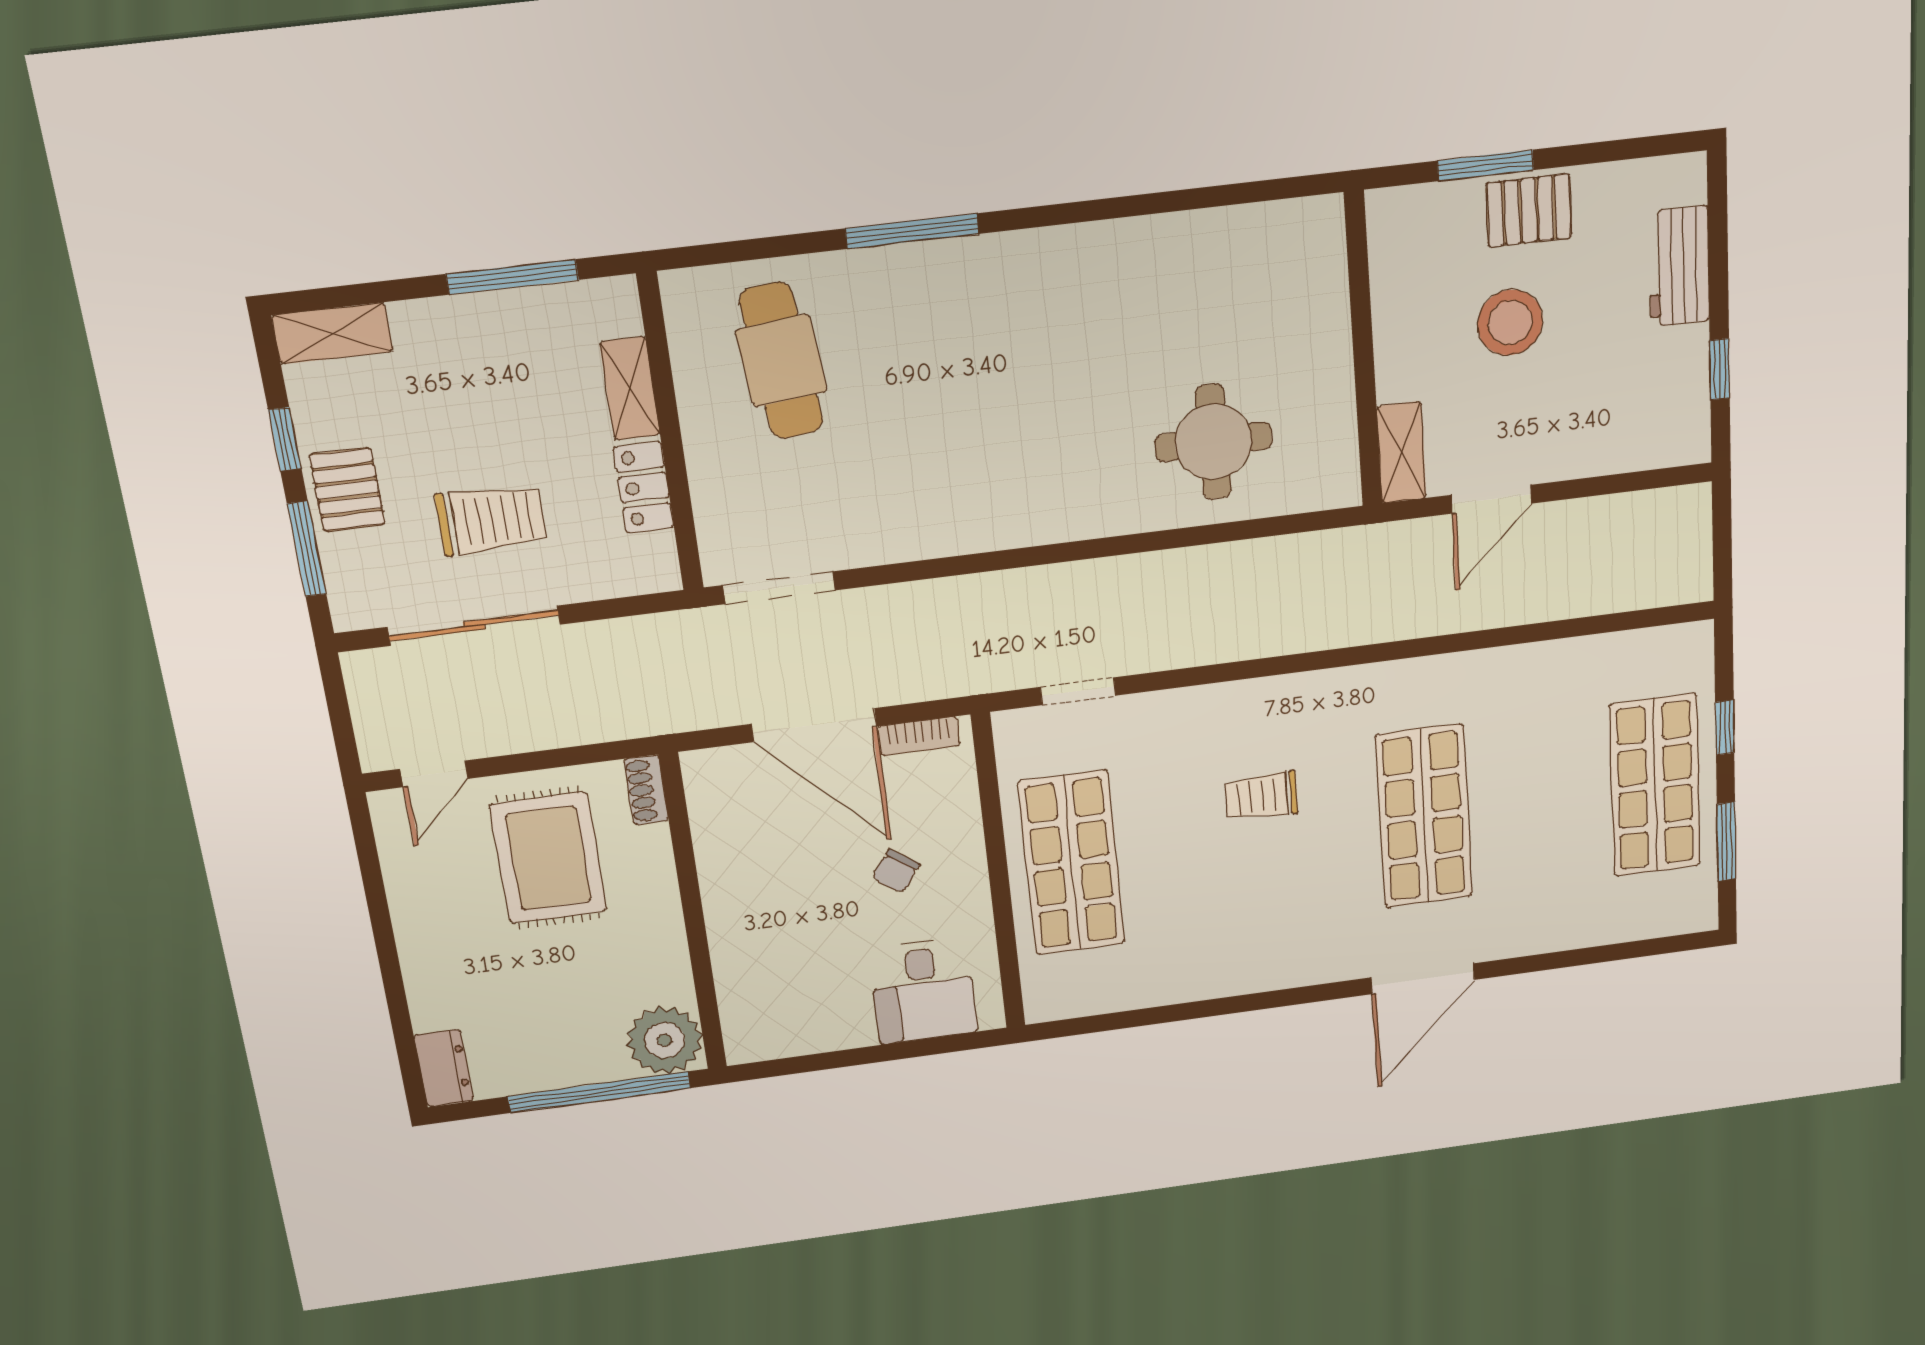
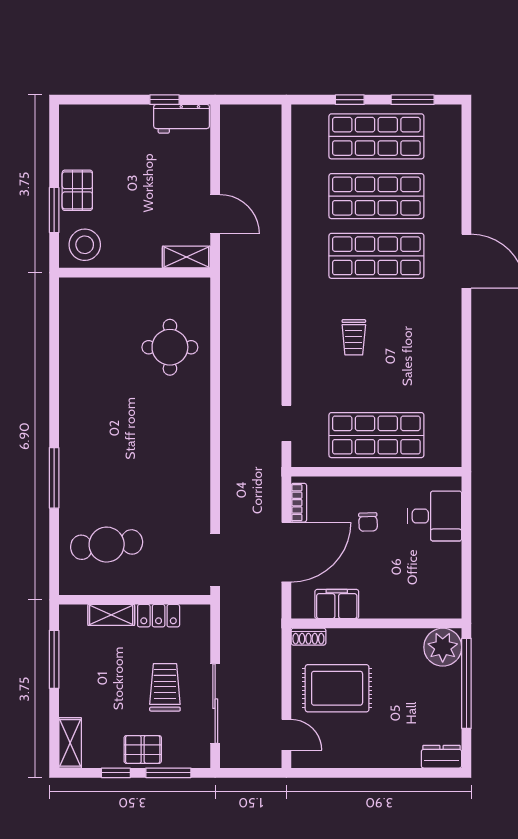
workbench: (1679, 266) -> (182, 119), moved
stool: (1510, 323) -> (85, 245), moved
shop shelf: (1540, 801) -> (376, 196), added
filing cabinet: (721, 835) -> (337, 604), added
chair: (896, 871) -> (368, 522), turned 52

